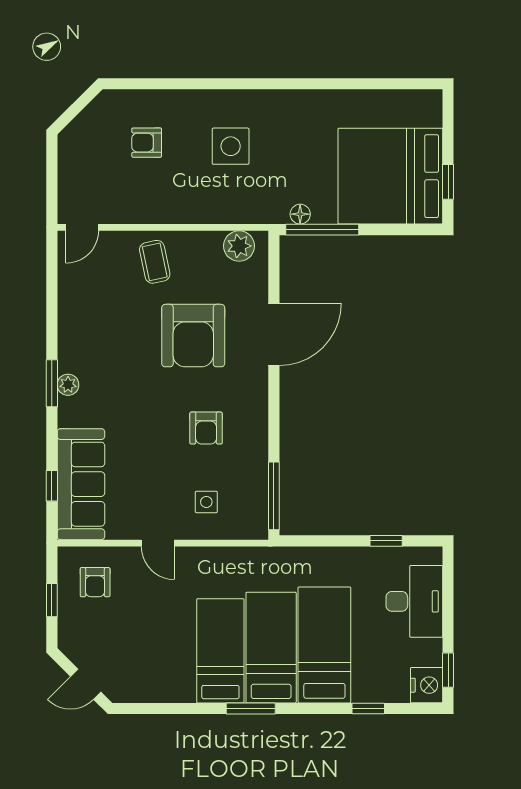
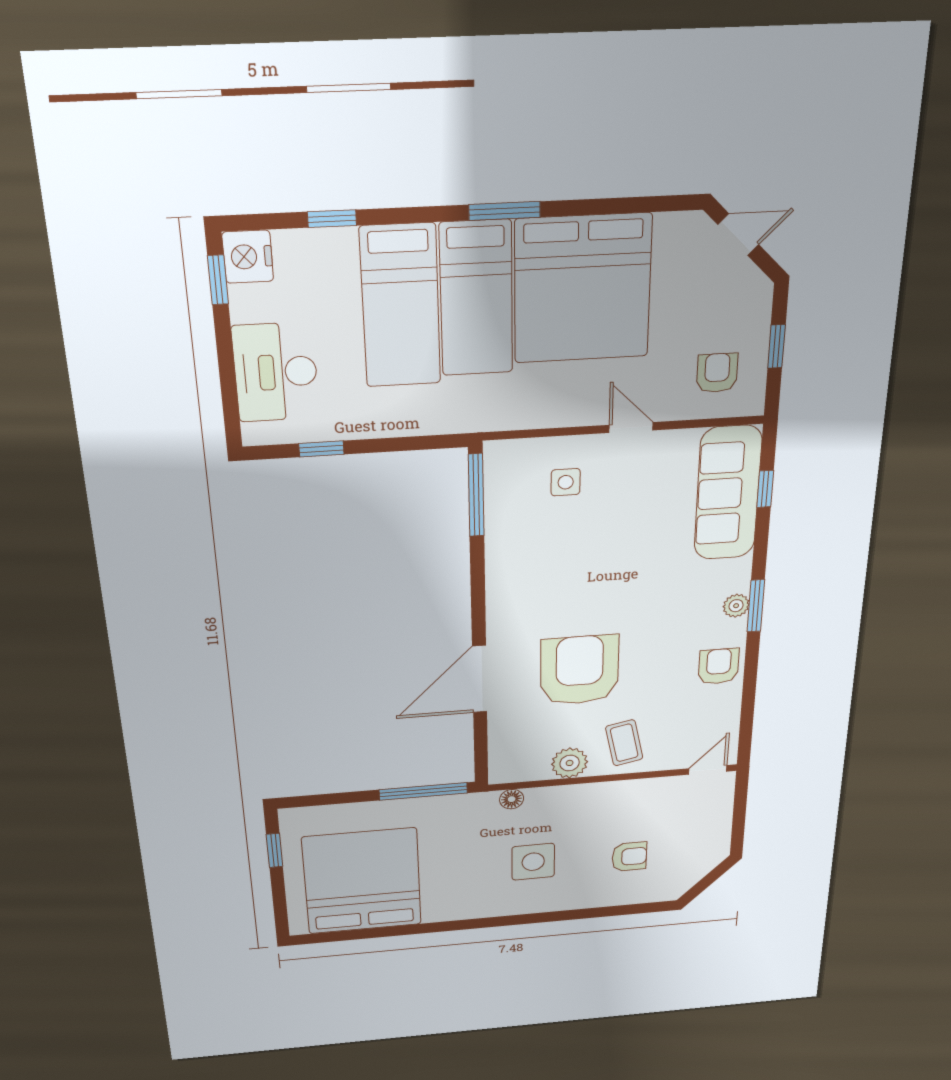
bed: (390, 176) -> (362, 881), moved, turned -90
floor lamp: (300, 214) -> (512, 799), moved
plant: (239, 246) -> (570, 763), moved
armchair: (206, 428) -> (719, 666), moved
bed: (220, 651) -> (583, 289), width x2.04

